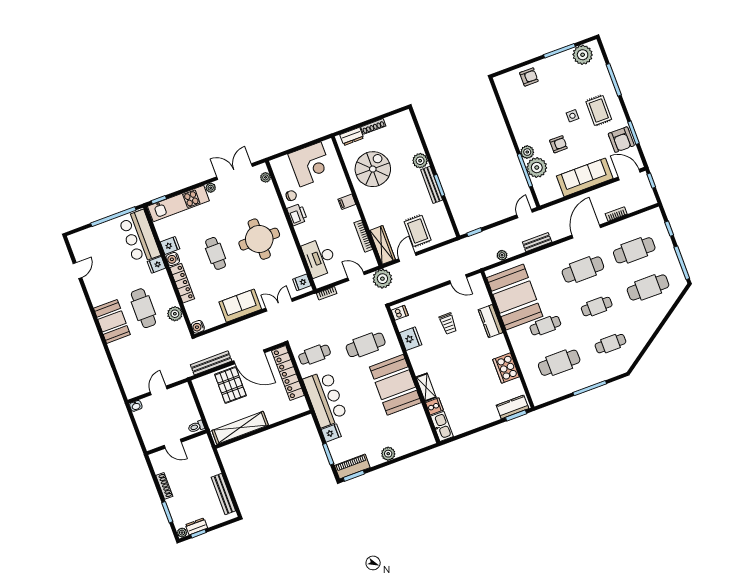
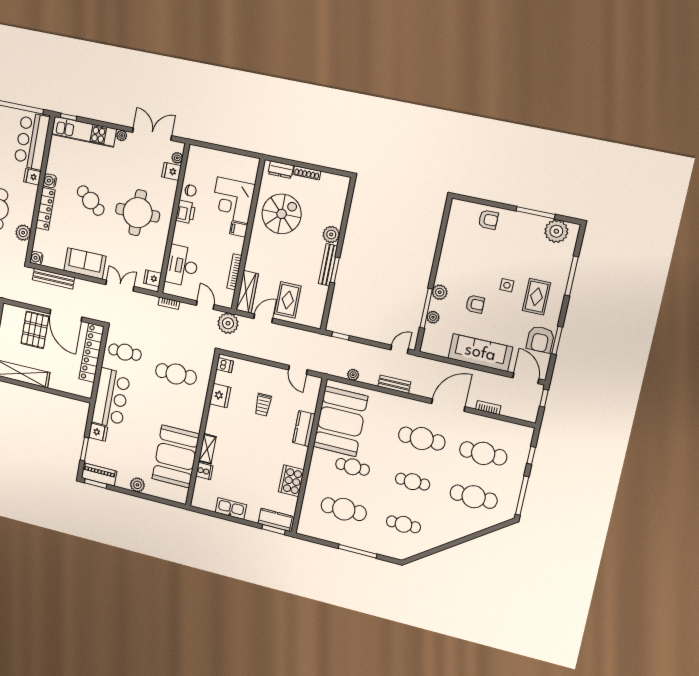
corner desk: (310, 164) -> (233, 200), moved, turned 90
plant: (537, 168) -> (433, 317), width x0.53, depth x0.53
fridge: (170, 245) -> (172, 171), moved, turned 180
cafe table: (216, 253) -> (91, 201), turned -53
bench: (211, 363) -> (53, 279), moved
booth: (395, 385) -> (176, 456), moved
kitchen sink: (442, 426) -> (231, 509), moved, turned -90

